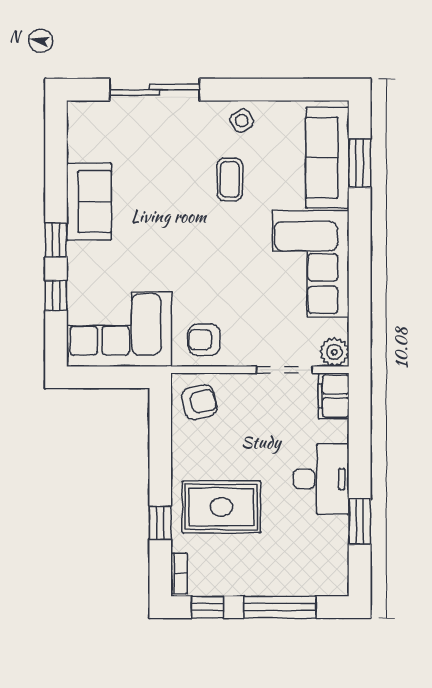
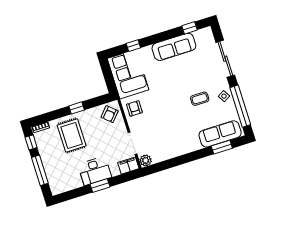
window: (277, 90) -> (240, 106), added
sofa: (89, 201) -> (174, 47), width x1.36
window: (56, 240) -> (190, 28), moved
corner sofa: (311, 264) -> (177, 141), removed
armchair: (199, 402) -> (110, 114), turned 55
window: (360, 522) -> (100, 186), moved
window: (160, 523) -> (77, 108), moved

